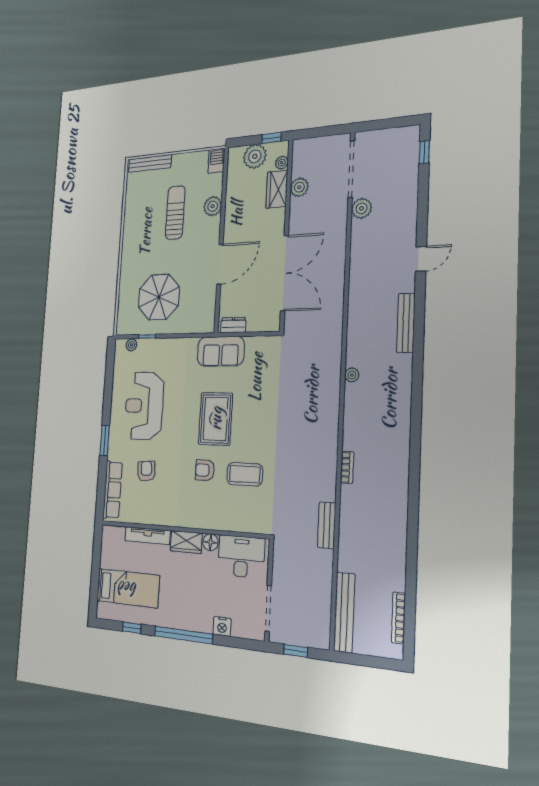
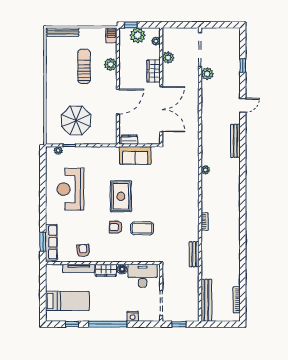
window: (271, 138) -> (131, 25), moved
window: (424, 152) -> (243, 66), moved
wardrobe: (277, 189) -> (154, 71), moved
sofa: (221, 351) -> (135, 155), moved
window: (105, 440) -> (43, 242), moved
armchair: (146, 471) -> (83, 250), moved

